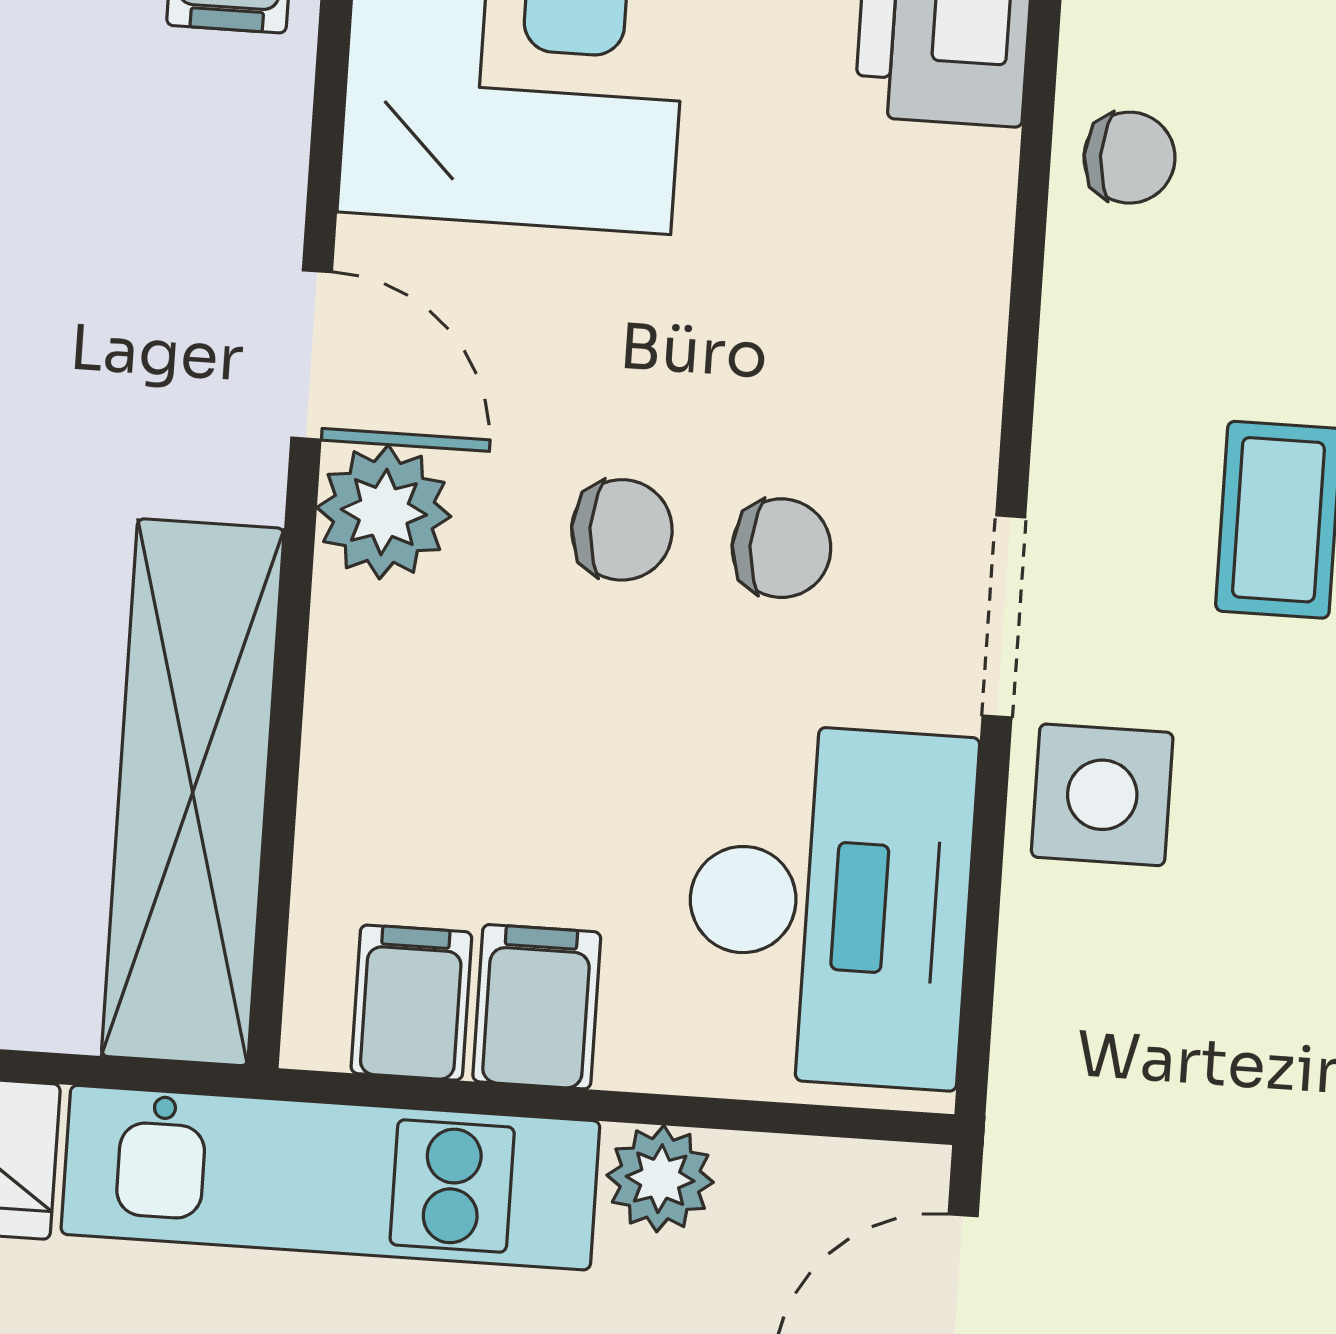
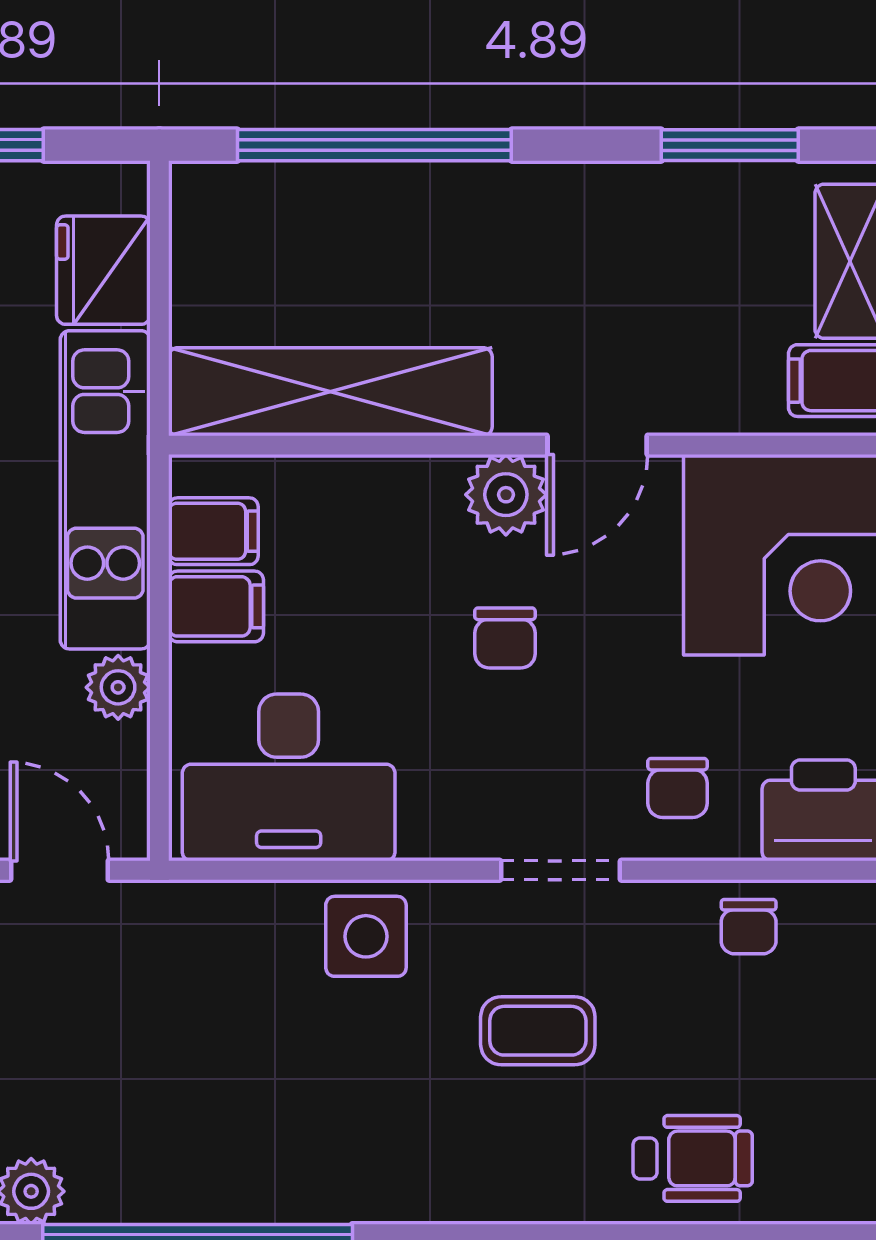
chair: (781, 548) -> (678, 788), moved
doorway: (1004, 616) -> (560, 870), moved

